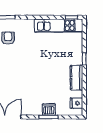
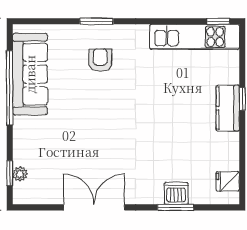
kitchen counter: (76, 78) -> (228, 108), moved

